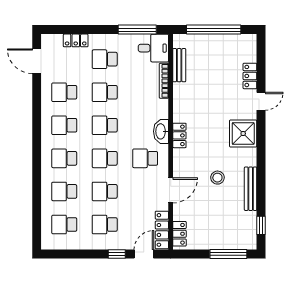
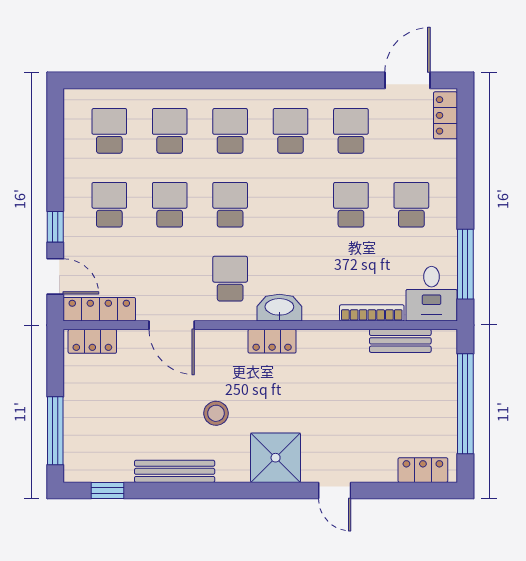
locker: (76, 40) -> (445, 115), moved
locker: (250, 76) -> (423, 470), moved
school desk: (105, 125) -> (291, 205), removed
stool: (217, 178) -> (216, 413), moved

